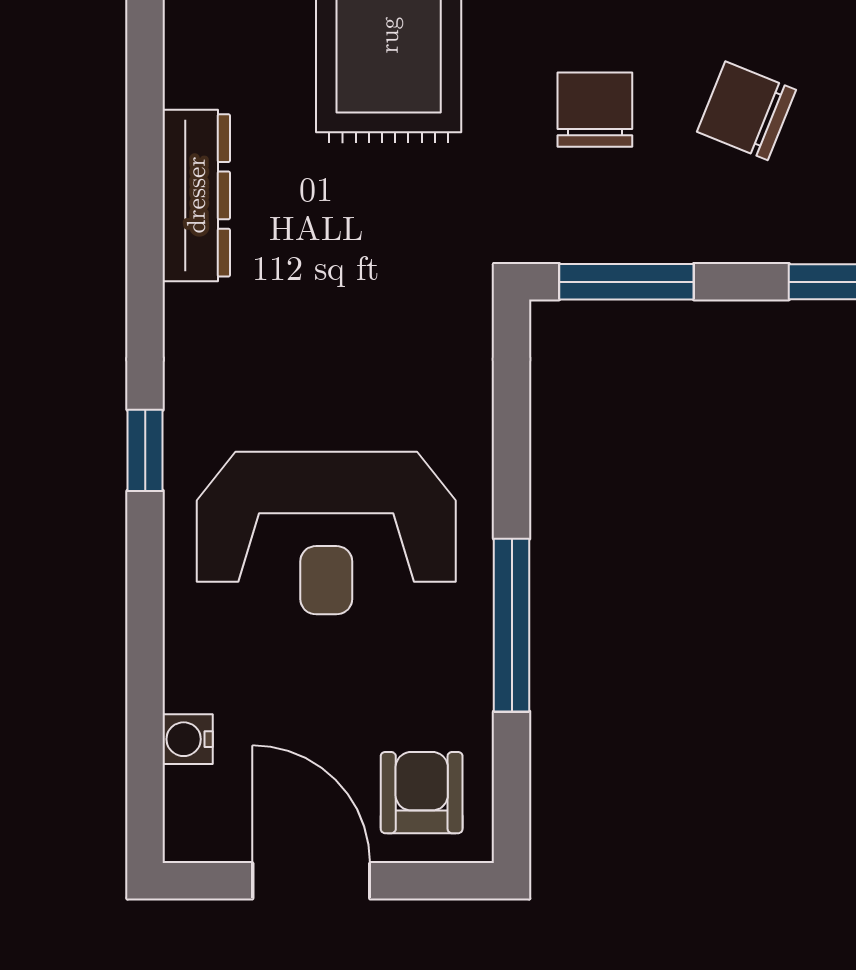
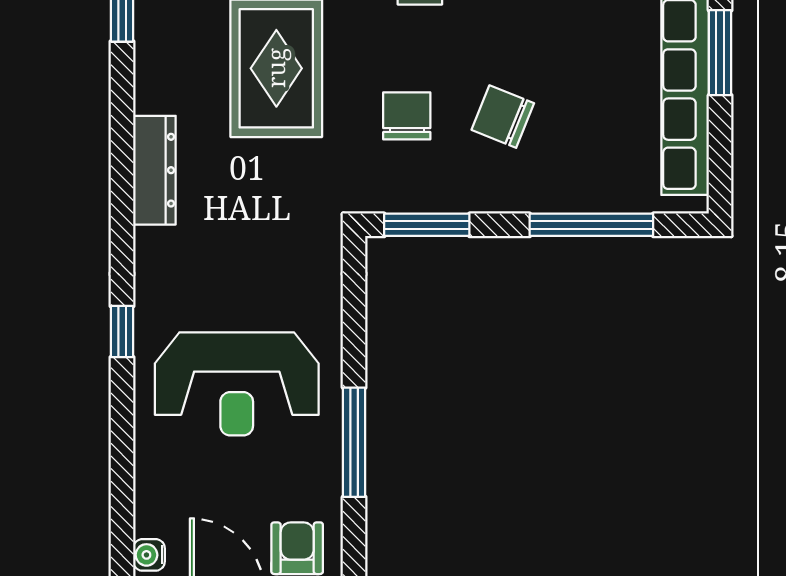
water cooler: (188, 739) -> (149, 555), moved

